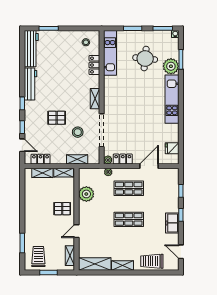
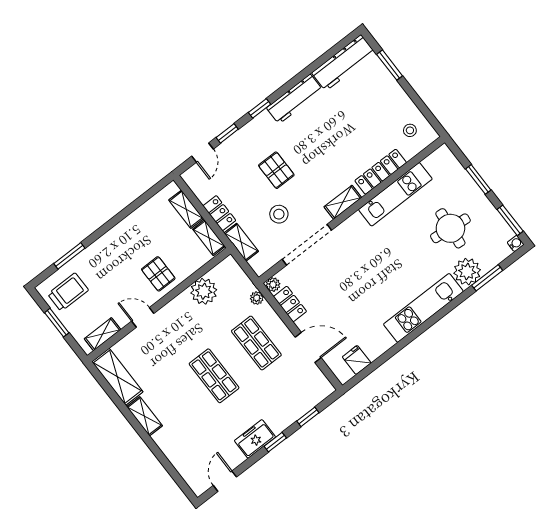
kitchen unit: (110, 53) -> (395, 194), moved
locker: (94, 65) -> (381, 172), width x1.53
locker: (40, 159) -> (219, 213), moved
trolley: (152, 261) -> (181, 452), removed

